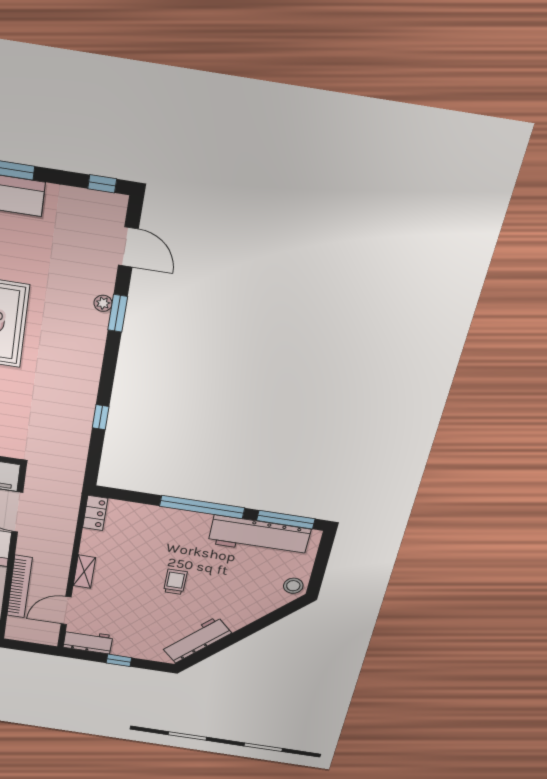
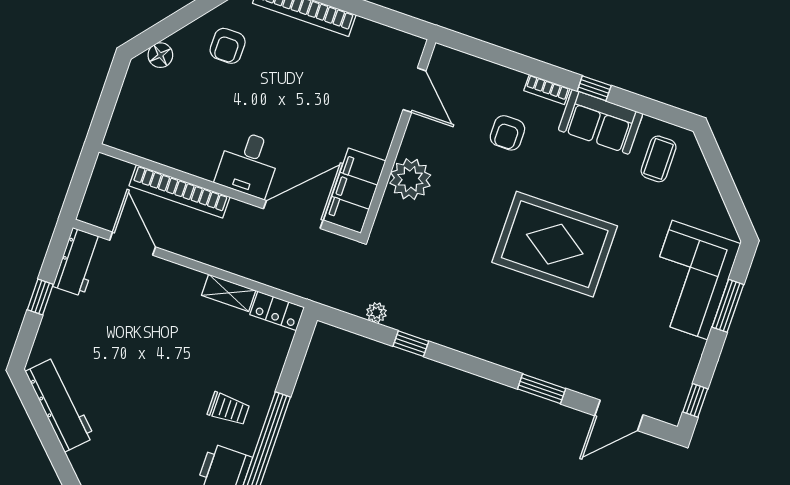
plant: (103, 303) -> (376, 313), moved
shelving: (84, 572) -> (229, 293), moved
trolley: (175, 582) -> (229, 409), moved

